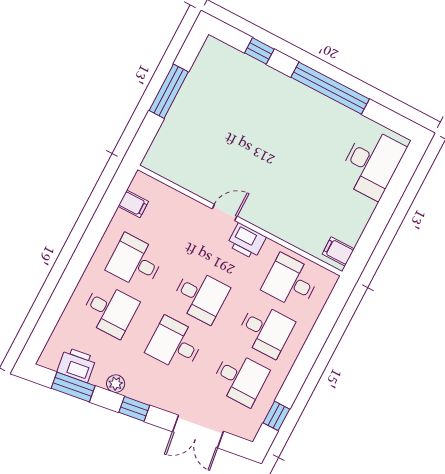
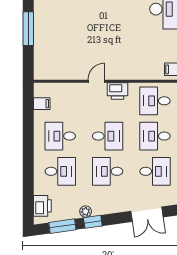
desk: (265, 330) -> (155, 136), turned 180
printer: (77, 365) -> (42, 206), moved, turned 98
window: (134, 409) -> (93, 222), moved

